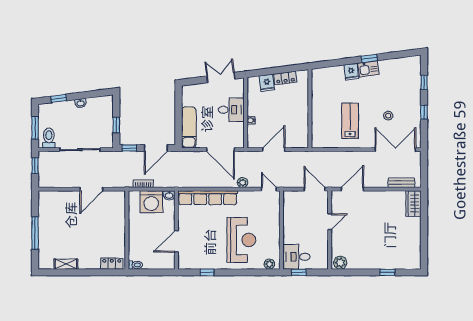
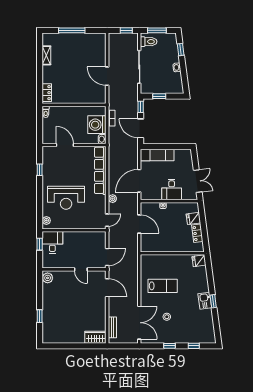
fridge: (351, 72) -> (199, 261), moved

